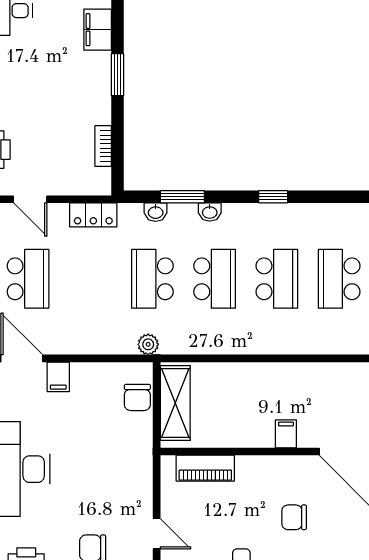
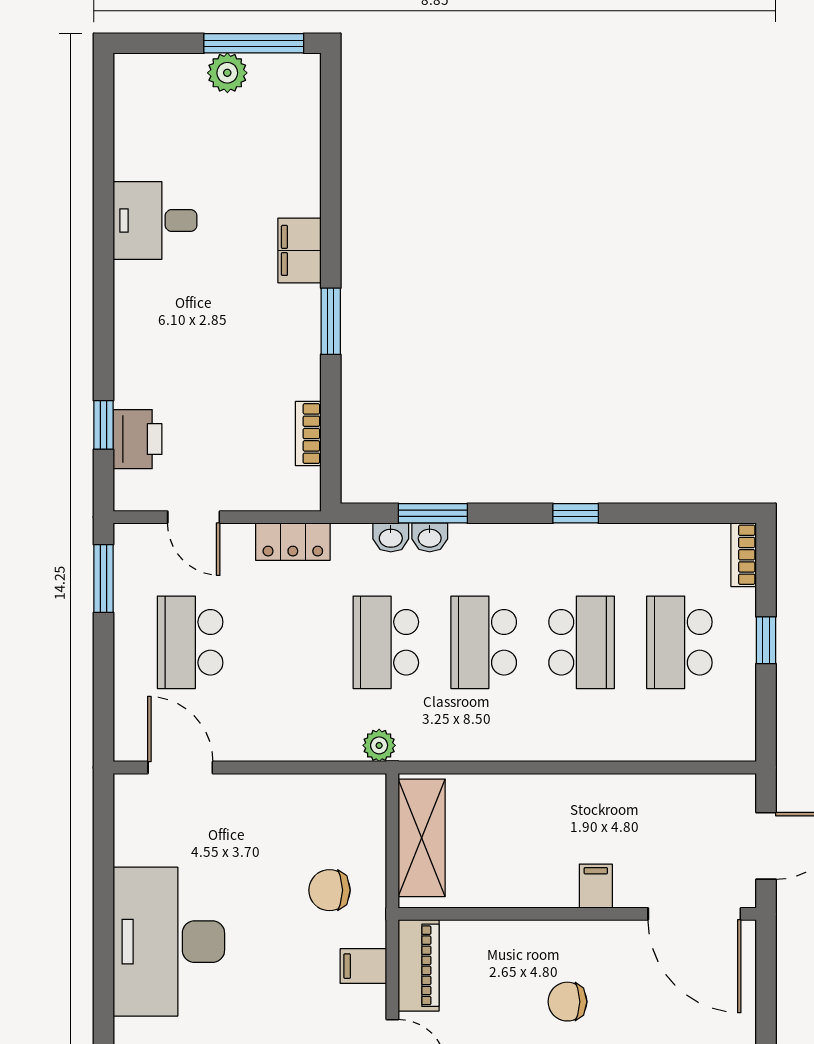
washbasin: (210, 212) -> (430, 537), moved
school desk: (28, 279) -> (190, 642), turned 180
school desk: (215, 279) -> (484, 642), turned 180
filing cabinet: (58, 377) -> (363, 966), moved, turned 90
chair: (137, 397) -> (330, 890), moved, turned 90
piano: (205, 468) -> (419, 965), moved, turned -90
chair: (294, 517) -> (567, 1002), moved

